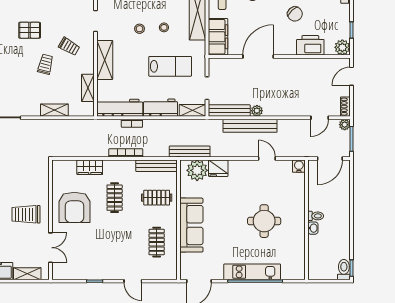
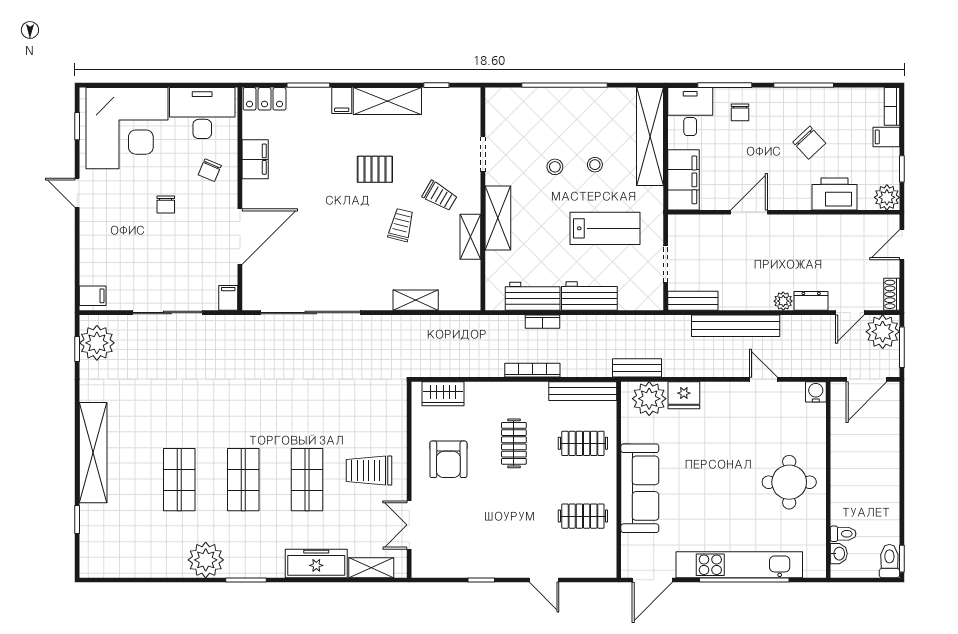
filing cabinet: (342, 10) -> (886, 137), added
door: (258, 56) -> (749, 212), width x0.73
shelving: (88, 88) -> (470, 237), moved
workbench: (120, 108) -> (533, 296), width x0.73
shelving: (192, 110) -> (642, 301), removed
bench: (229, 111) -> (693, 301), width x0.73
plant: (257, 111) -> (783, 301), moved
dresser: (296, 111) -> (811, 301), added
plant: (345, 125) -> (883, 332), width x1.87, depth x1.87
bench: (190, 152) -> (637, 368), width x0.73
wardrobe: (90, 167) -> (443, 394), moved
armchair: (74, 207) -> (448, 459), width x0.73, depth x0.73
toilet: (316, 216) -> (843, 534), moved
round table: (264, 221) -> (789, 482), moved
washbasin: (313, 228) -> (839, 554), moved
clothes rail: (157, 242) -> (583, 516), turned 90
double door: (51, 248) -> (409, 525), swing flipped
kitchen unit: (252, 272) -> (739, 565), width x1.36

